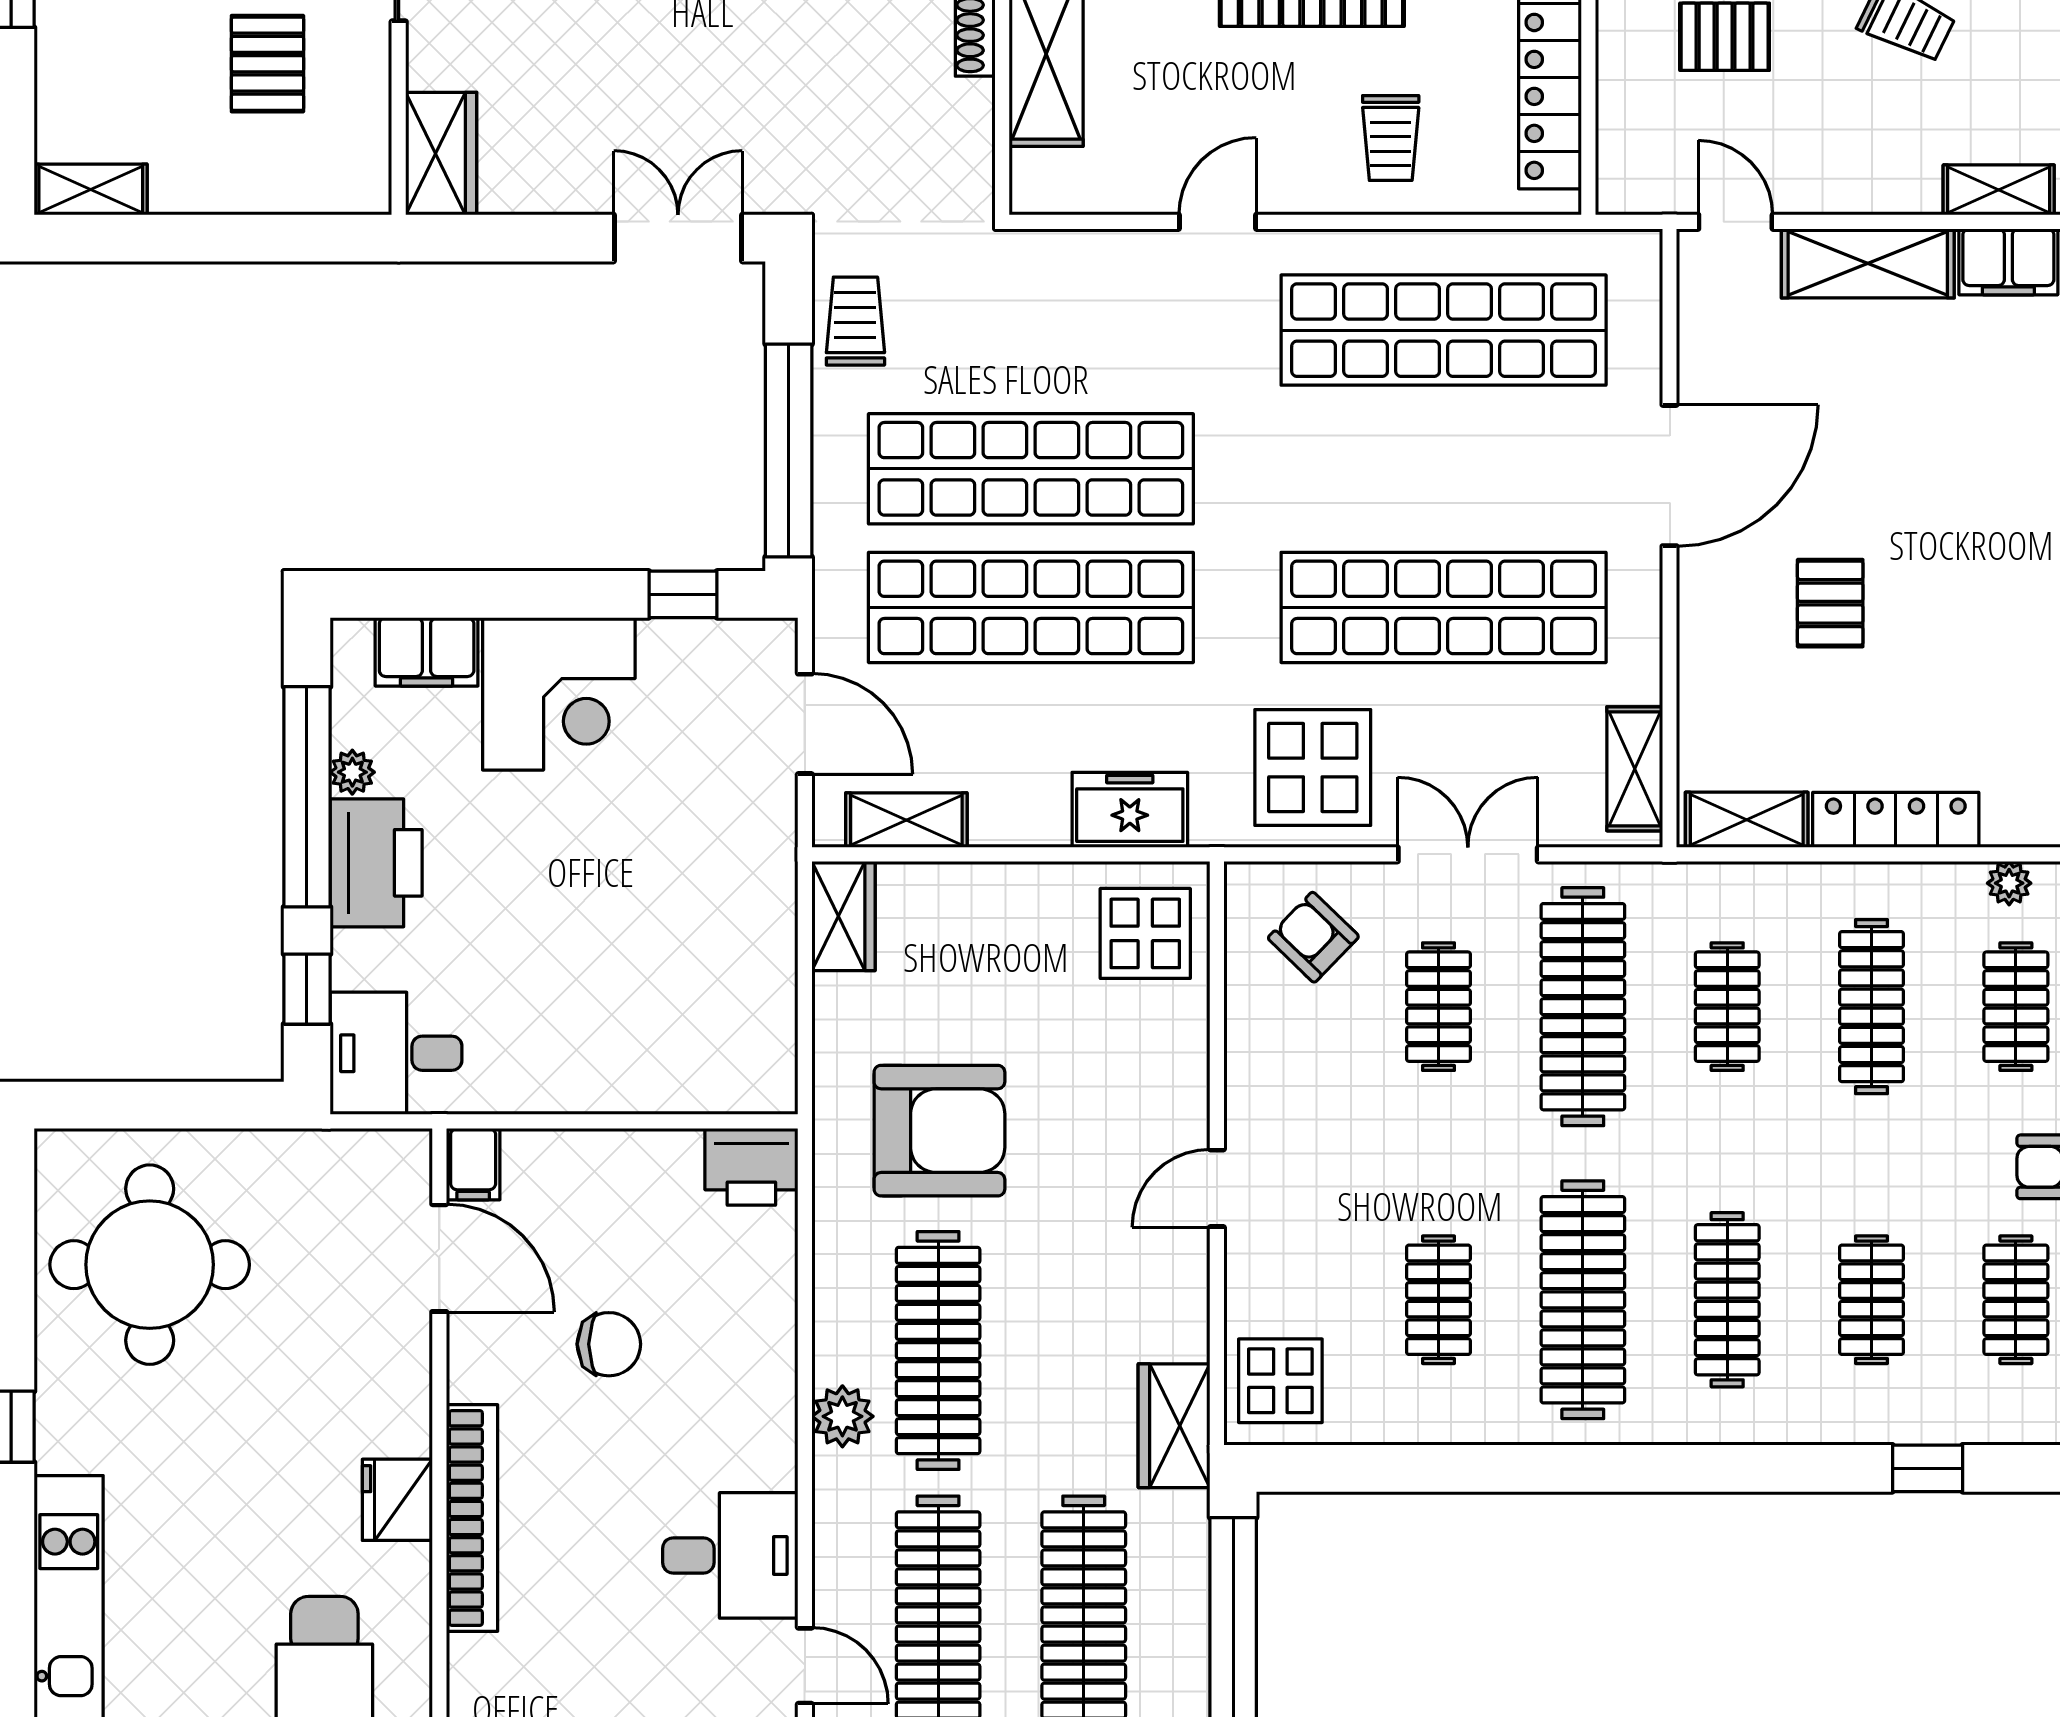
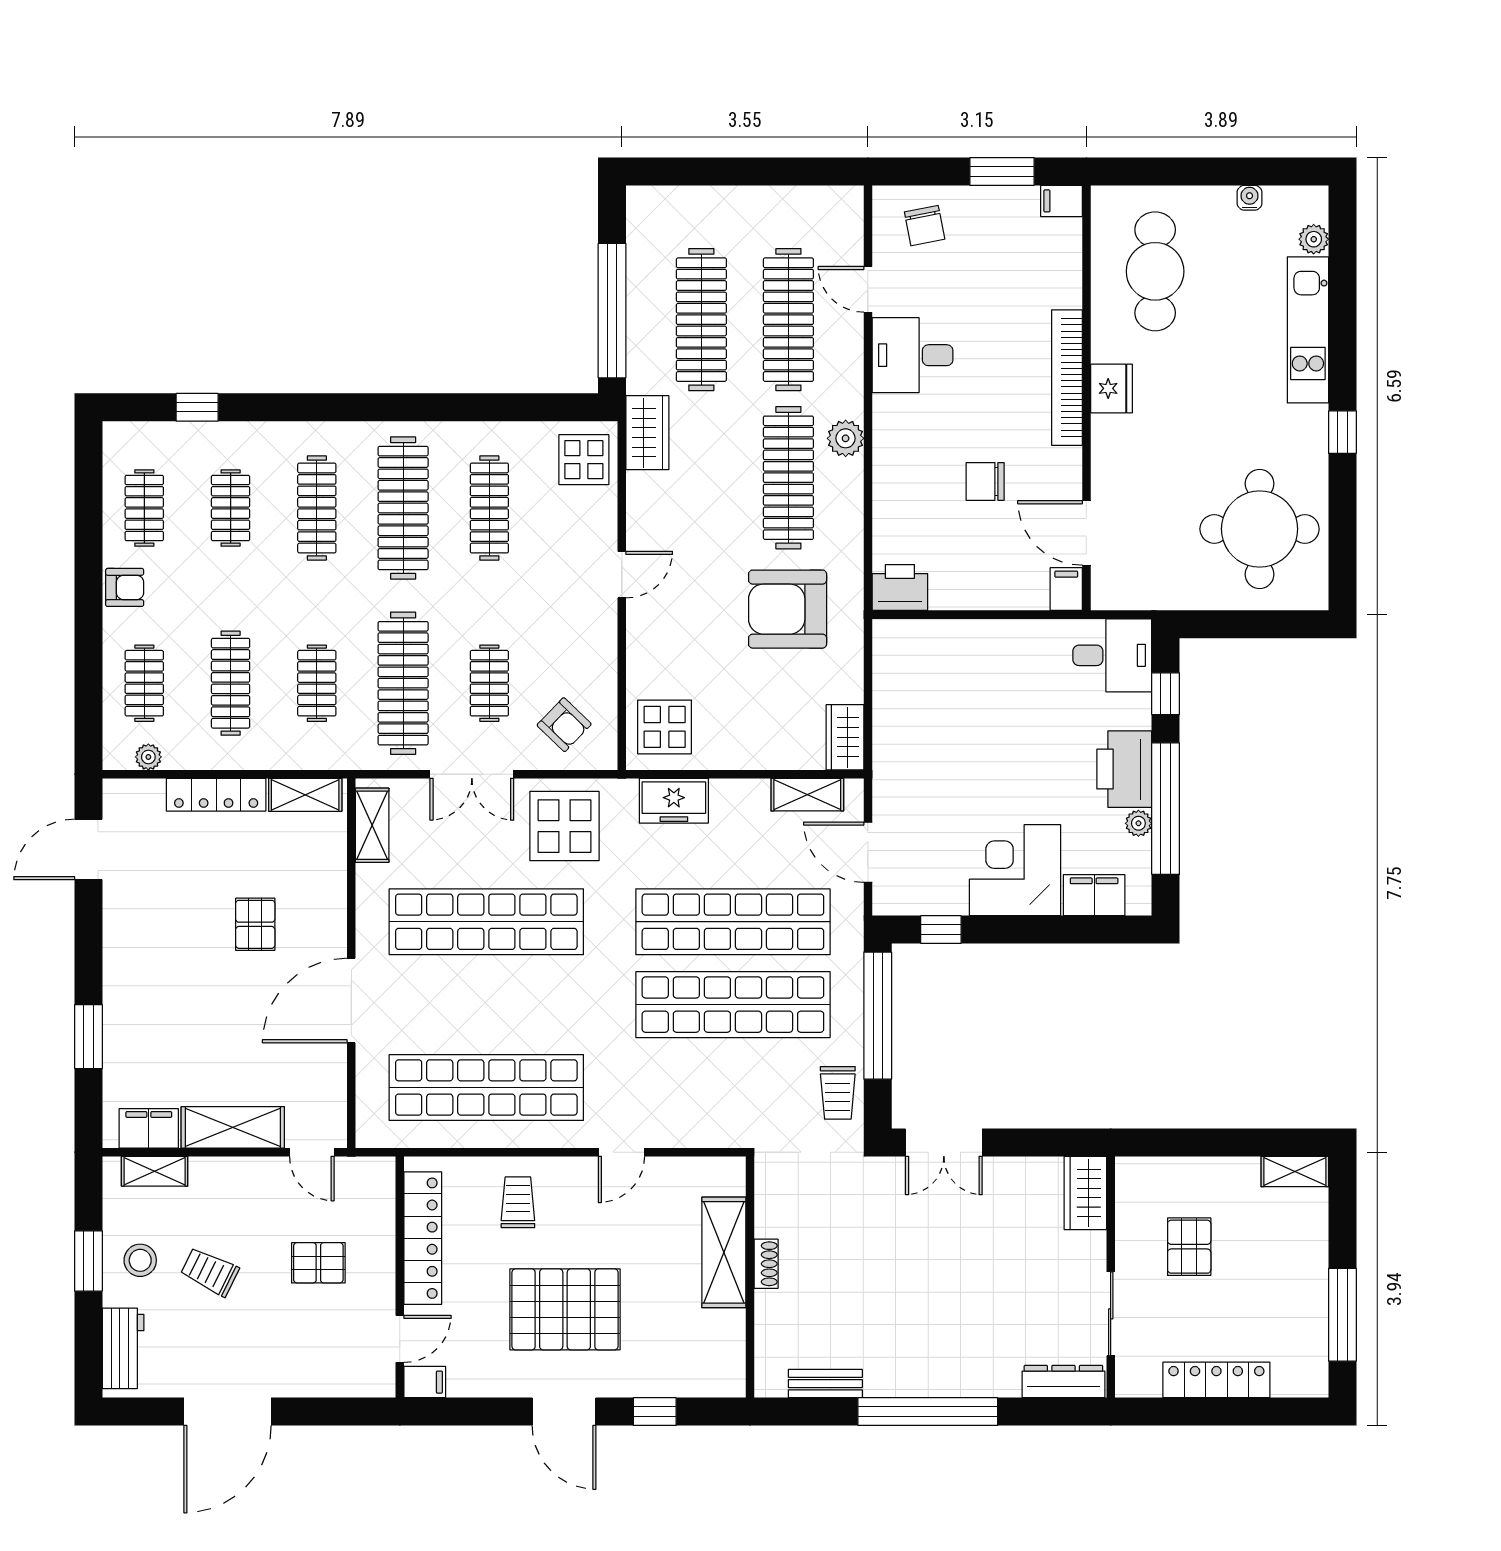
stool: (2023, 41) -> (140, 1260), added
clothes rail: (1439, 1300) -> (489, 508), width x1.36

